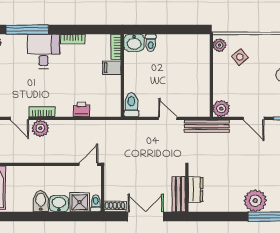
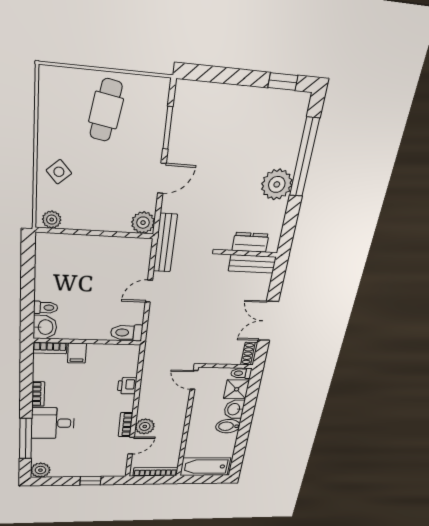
side table: (240, 57) -> (59, 172), moved
wall: (187, 189) -> (247, 253), moved
dresser: (196, 190) -> (250, 242), moved
bench: (179, 194) -> (252, 264), moved

